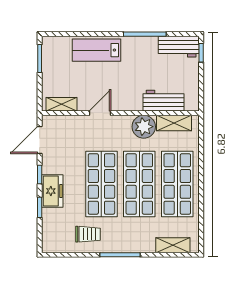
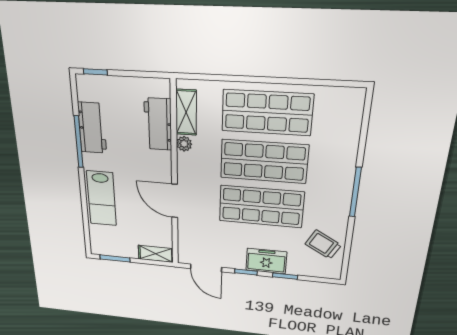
workbench: (179, 47) -> (92, 128), moved
shelving: (61, 104) -> (156, 254), moved, turned 90
door: (100, 113) -> (175, 201), width x1.38
plant: (144, 127) -> (184, 144), width x0.53, depth x0.53
trolley: (88, 234) -> (323, 245), moved, turned -61
shelving: (173, 245) -> (351, 124), removed

